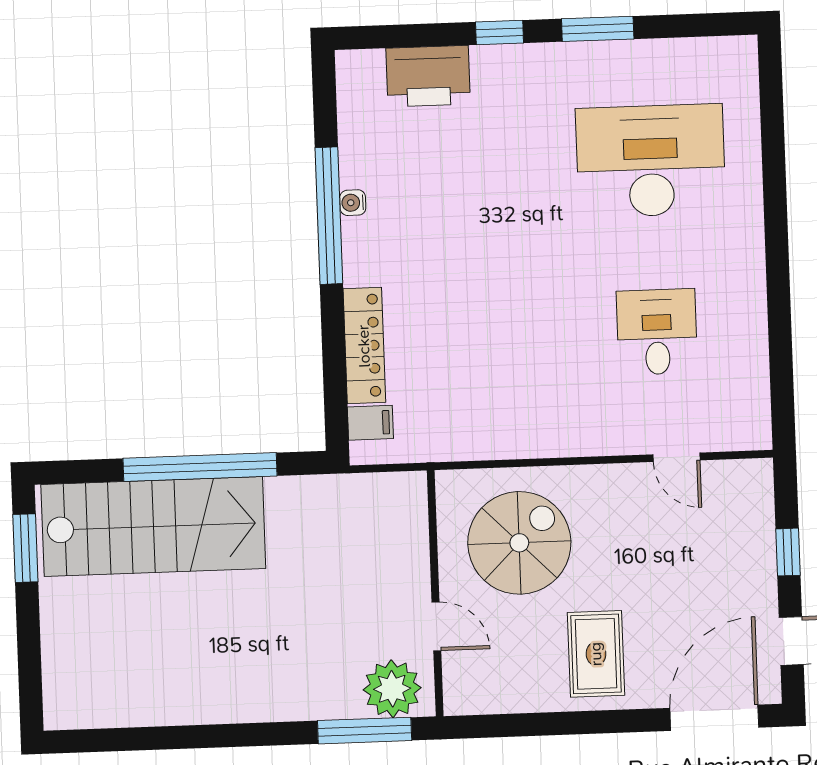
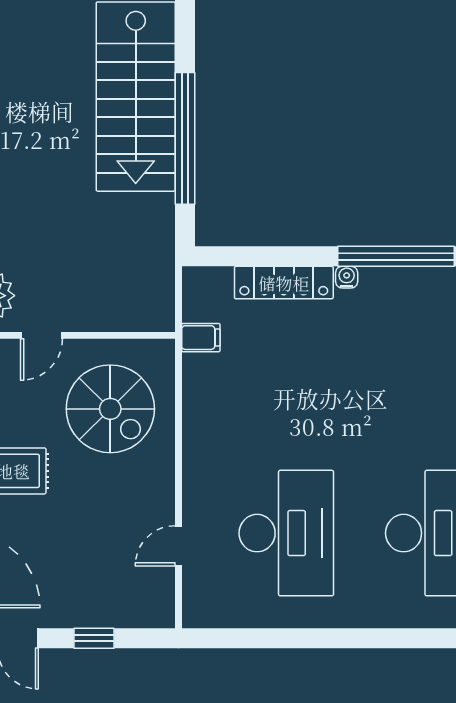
water cooler: (353, 203) -> (347, 277), moved
desk: (657, 332) -> (286, 533), width x1.87, depth x1.30
filing cabinet: (370, 423) -> (201, 338), moved, turned -90

